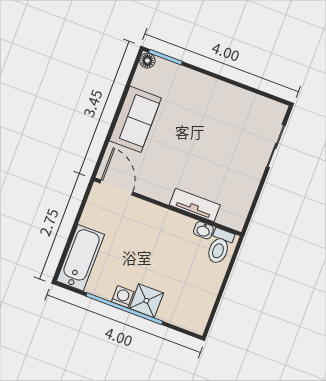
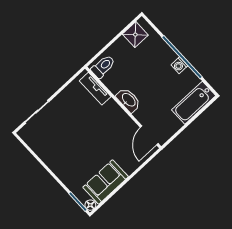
sofa: (135, 119) -> (106, 182), moved
tv unit: (195, 205) -> (95, 89), moved
washbasin: (203, 230) -> (128, 100), moved, width x1.91, depth x1.45
shower: (146, 301) -> (135, 35), moved

